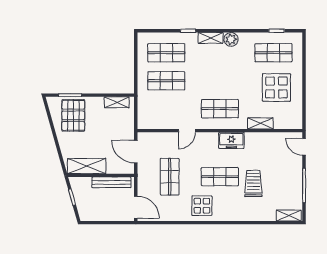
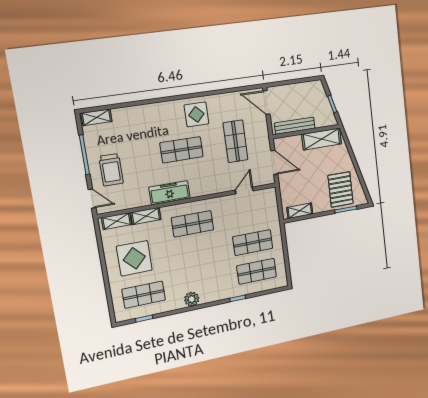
shelving: (211, 38) -> (117, 221), moved
door: (187, 131) -> (244, 190), moved
freezer: (231, 140) -> (169, 193), width x1.40
trolley: (253, 183) -> (111, 170), moved

